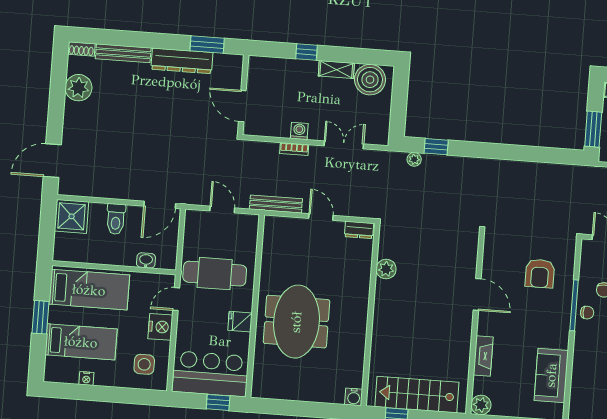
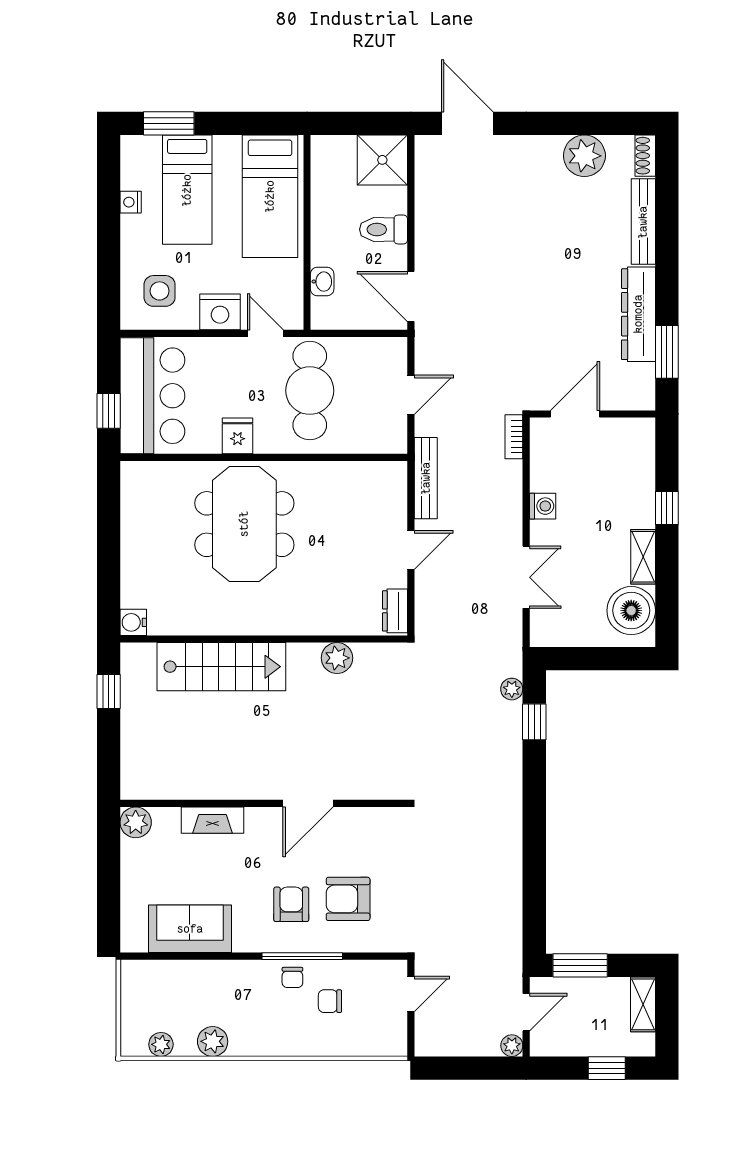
bookcase: (294, 149) -> (514, 437), moved
armchair: (541, 310) -> (291, 904), added
window: (41, 317) -> (169, 123), moved
meeting table: (296, 322) -> (244, 524), turned 90
stairs: (417, 395) -> (221, 667), moved, turned 90

